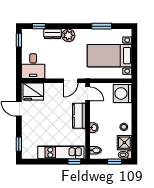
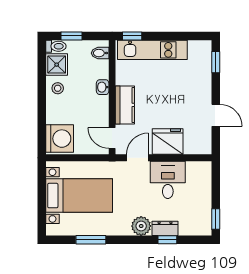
window: (39, 26) -> (167, 240), moved
desk: (33, 66) -> (168, 180), moved
fridge: (33, 91) -> (168, 142), moved

